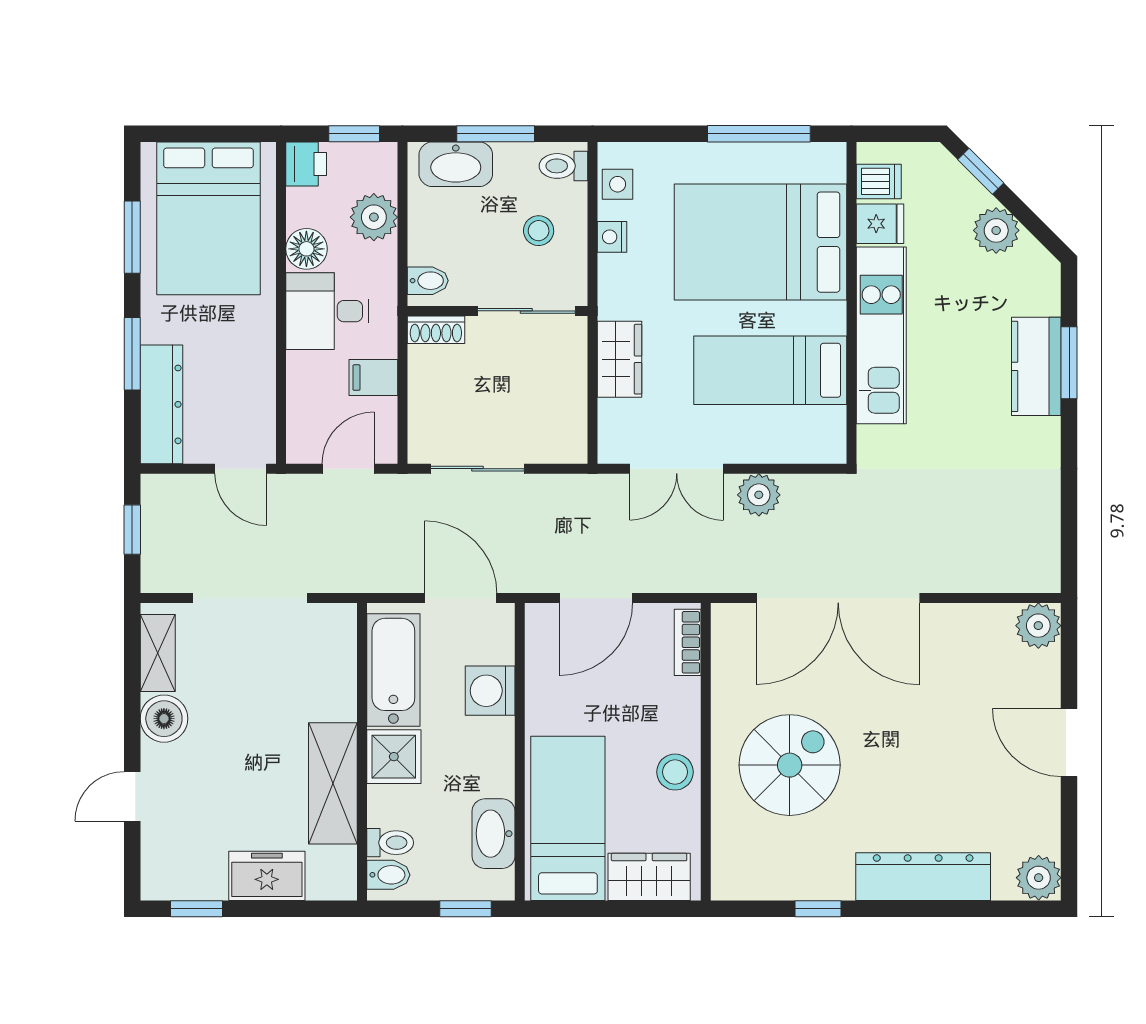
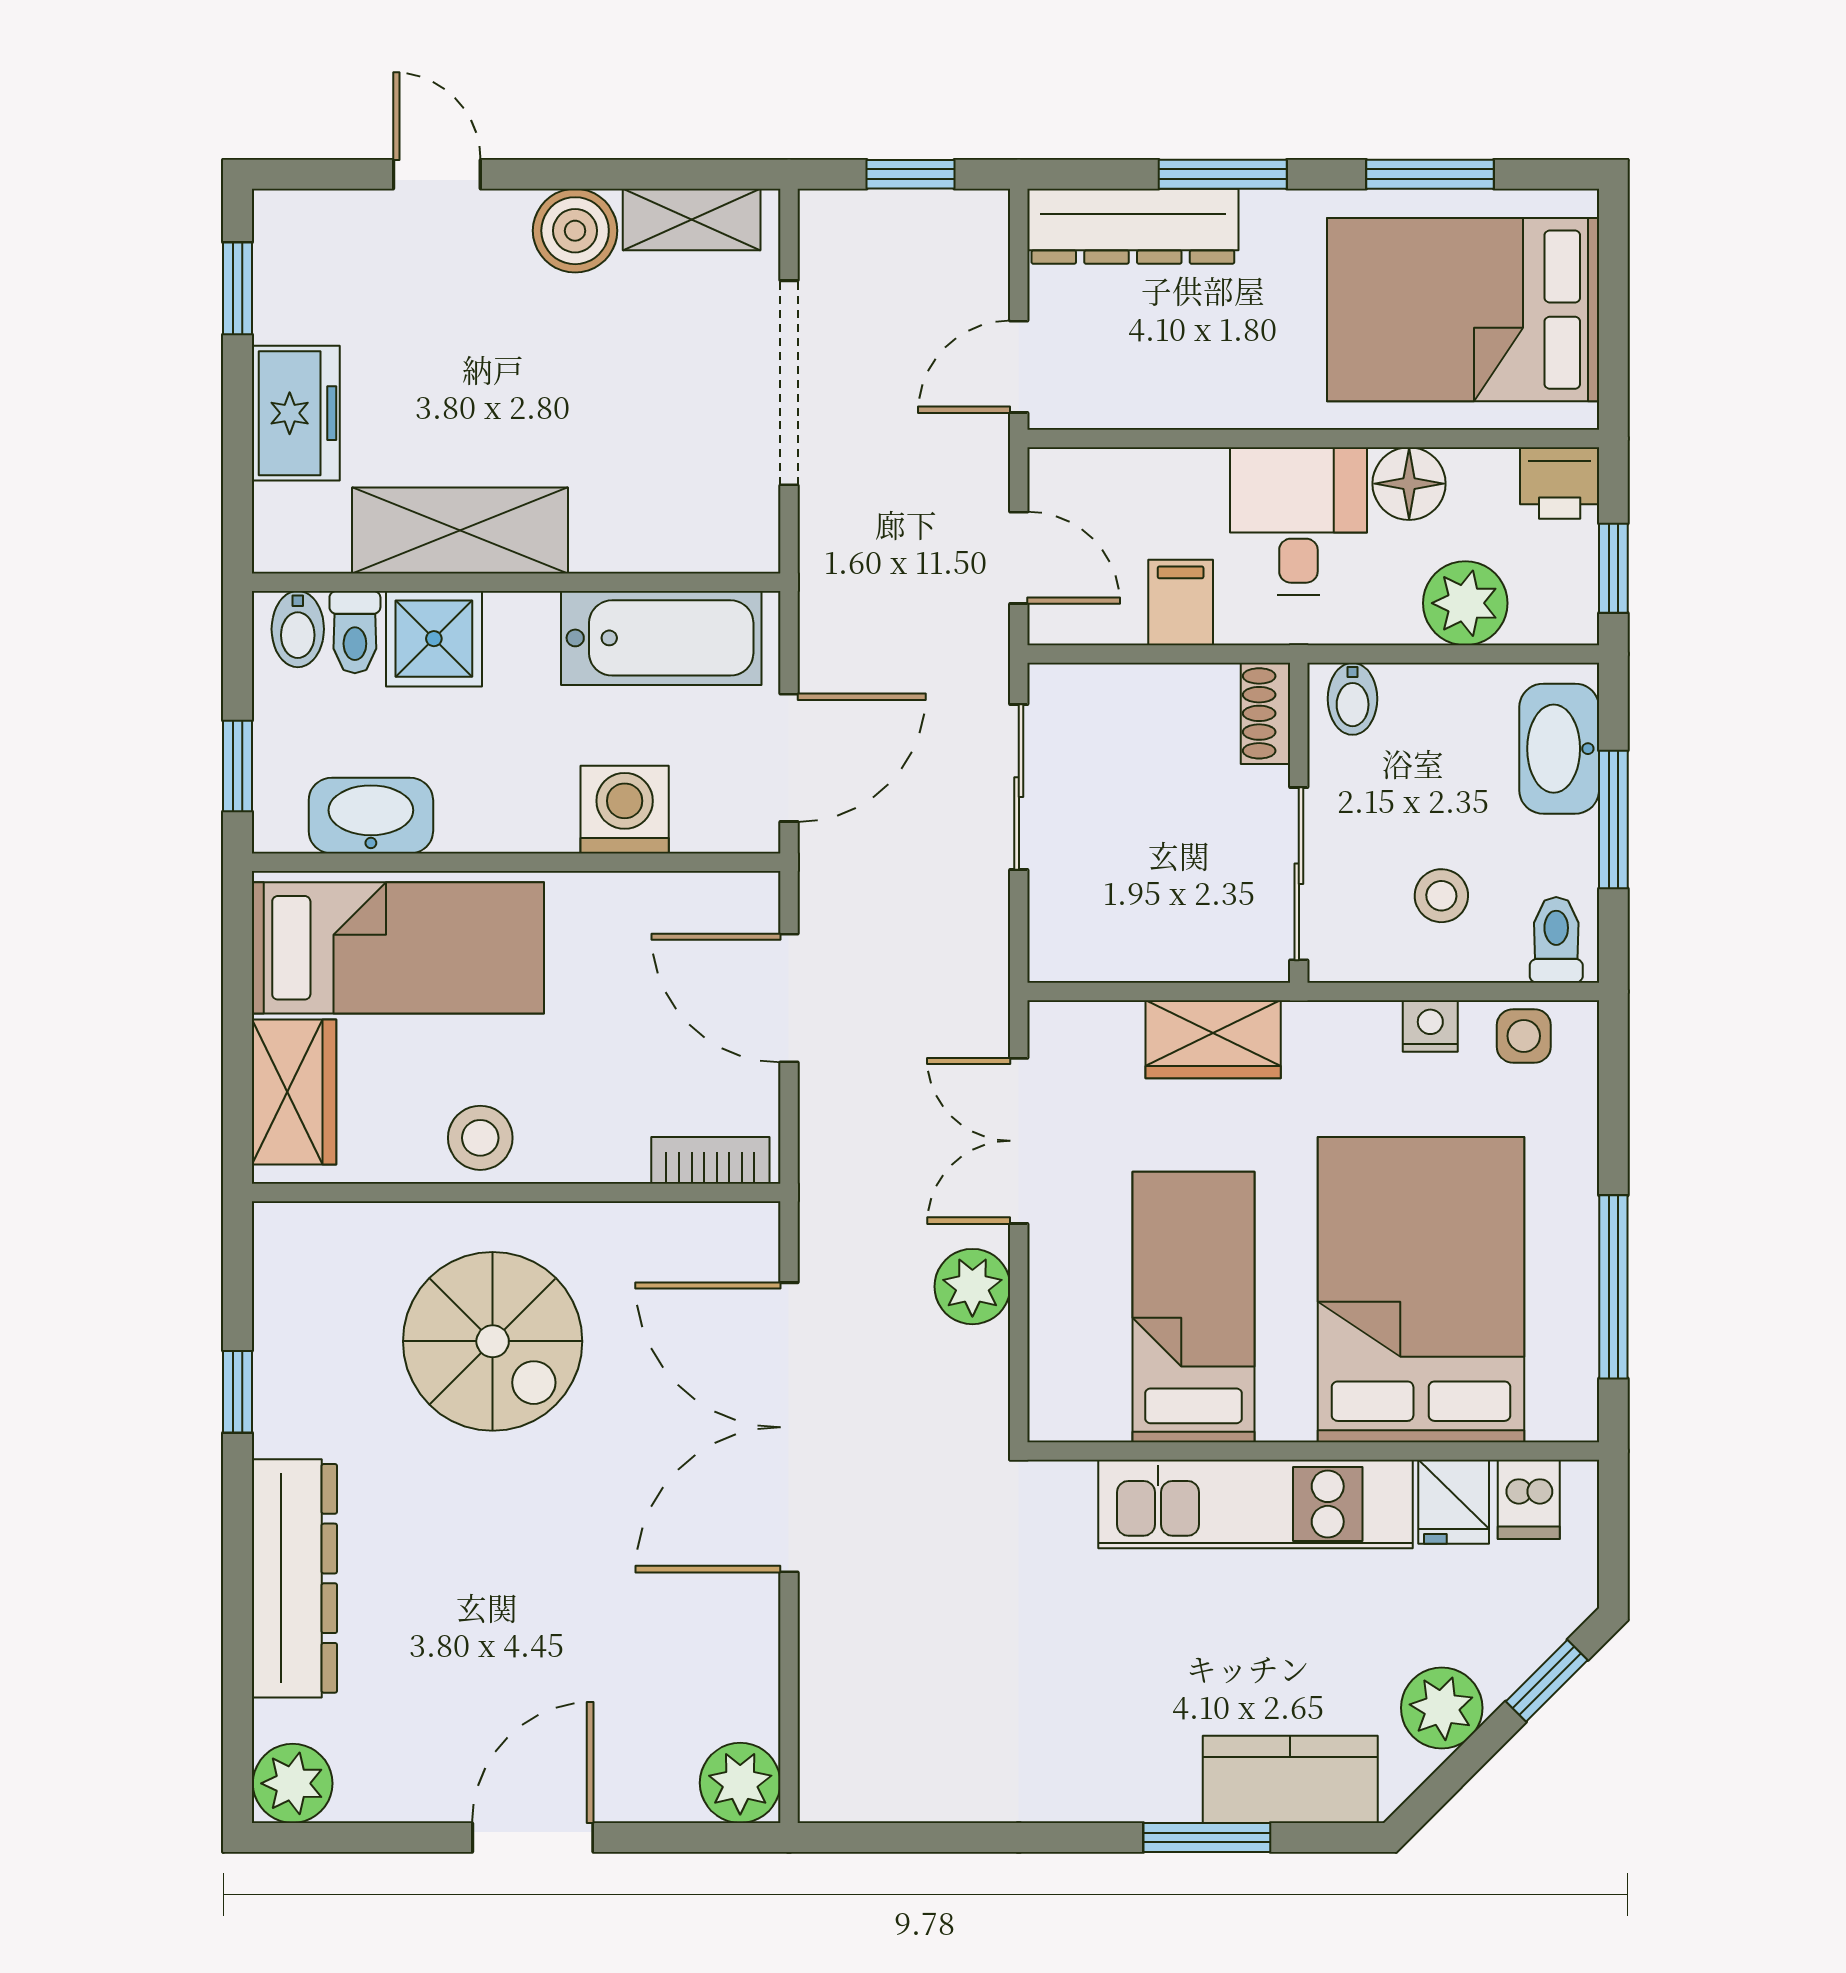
kitchen counter: (1036, 366) -> (1290, 1779), moved
shower: (394, 757) -> (434, 639), moved

